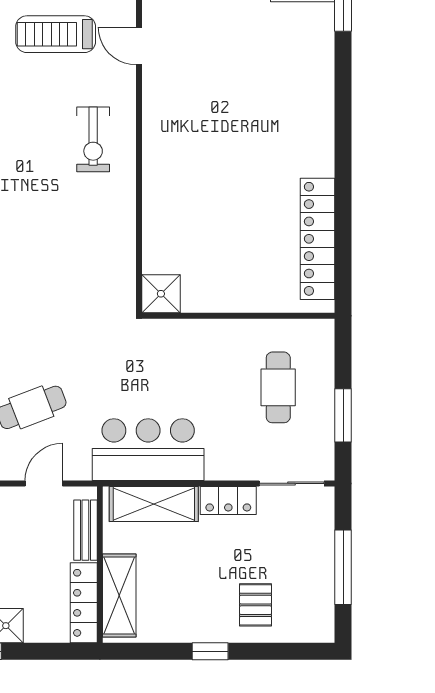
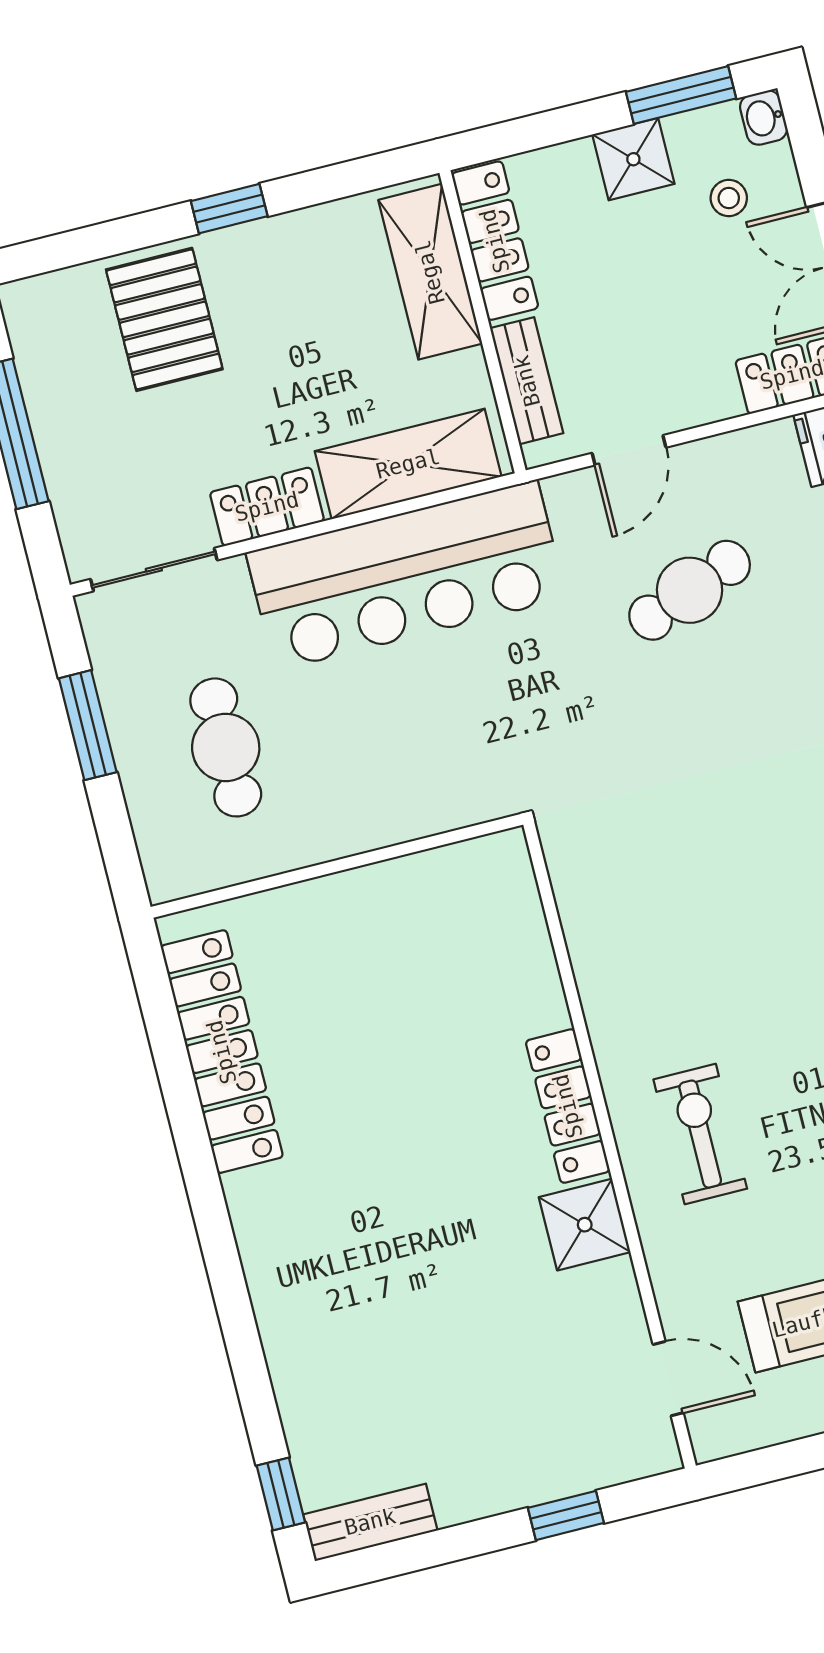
door: (139, 46) -> (668, 1379), moved
locker: (155, 169) -> (568, 1106), added
shower: (161, 294) -> (585, 1225), moved
bar counter: (148, 450) -> (406, 575), width x1.36
pallet: (256, 605) -> (164, 319), width x1.50, depth x1.42

